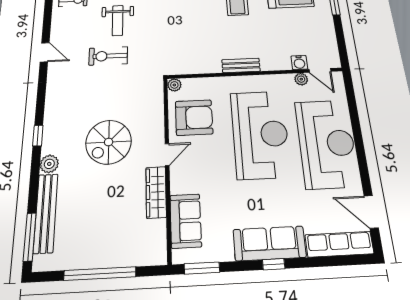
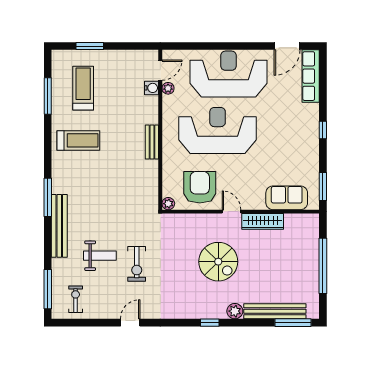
sofa: (269, 243) -> (307, 132), removed

